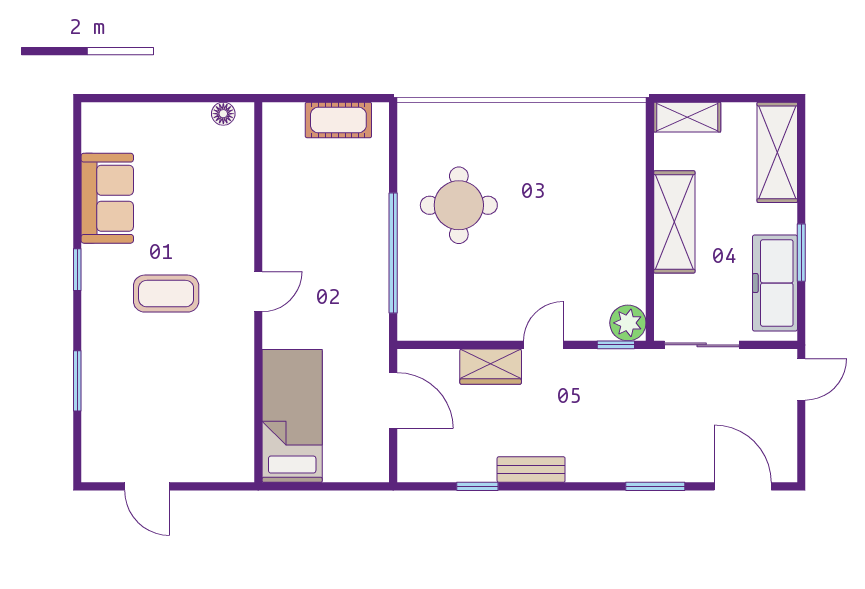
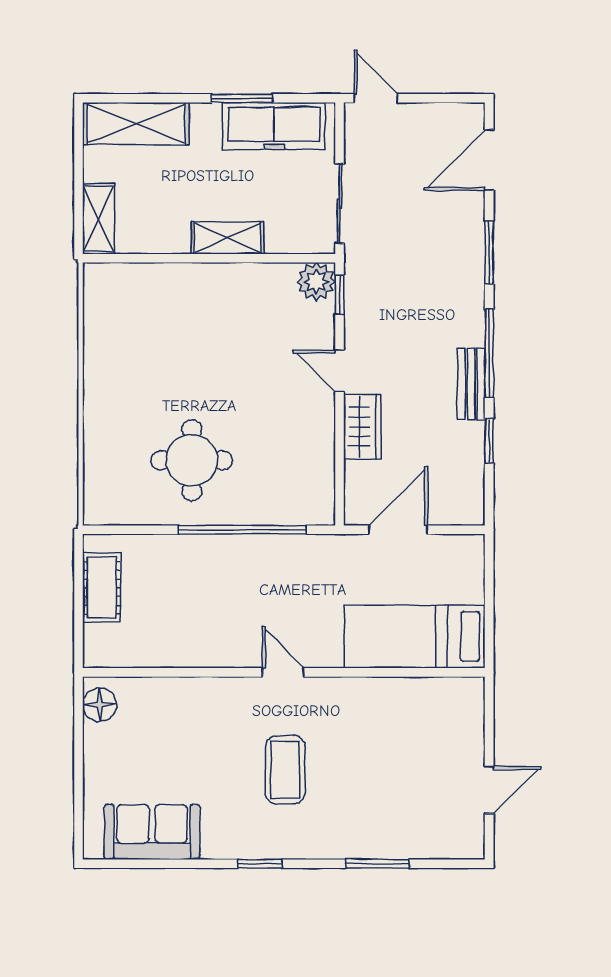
floor lamp: (223, 114) -> (100, 705), width x1.37, depth x1.37
sofa: (107, 198) -> (152, 832), moved
shelving: (674, 222) -> (227, 238), width x0.67, depth x0.75
window: (561, 486) -> (489, 353), added

